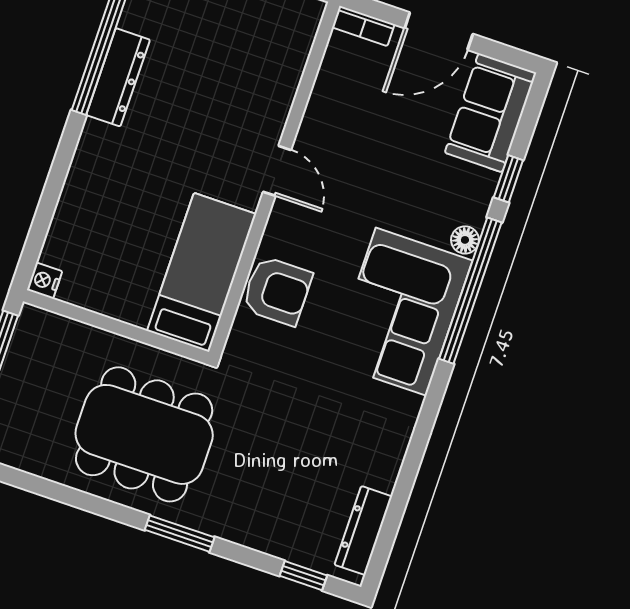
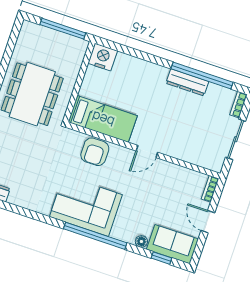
door: (439, 31) -> (208, 222), width x0.73
window: (508, 179) -> (161, 258), moved
floor lamp: (465, 240) -> (141, 241), moved
nightstand: (44, 281) -> (103, 57), width x1.89, depth x1.79

